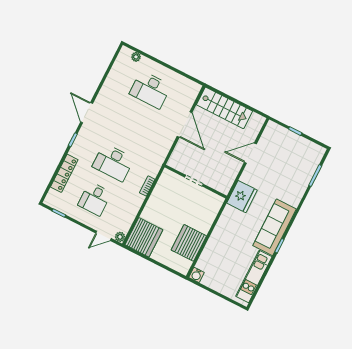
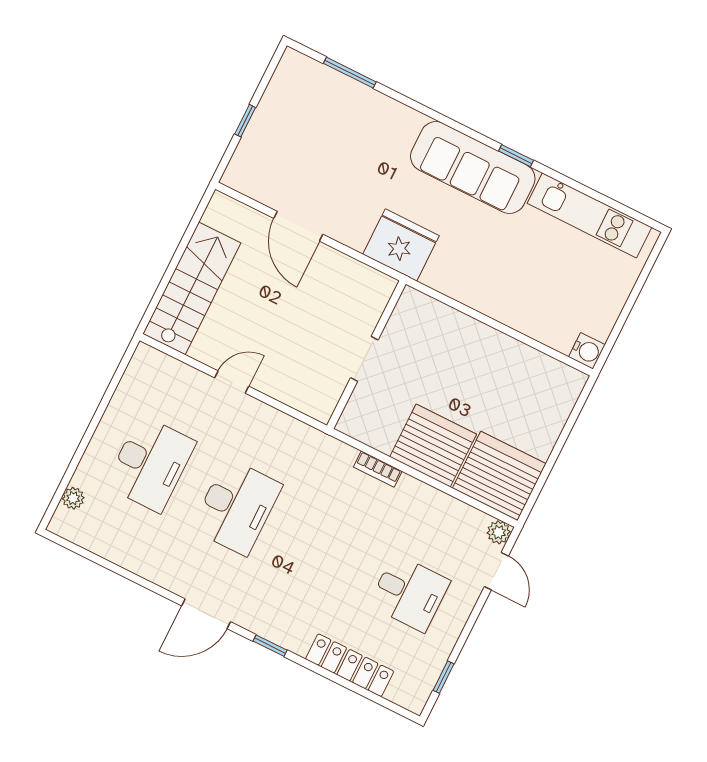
door: (185, 124) -> (232, 382), width x0.53
desk: (113, 162) -> (237, 507), moved
server rack: (189, 243) -> (433, 445), moved, turned 180

